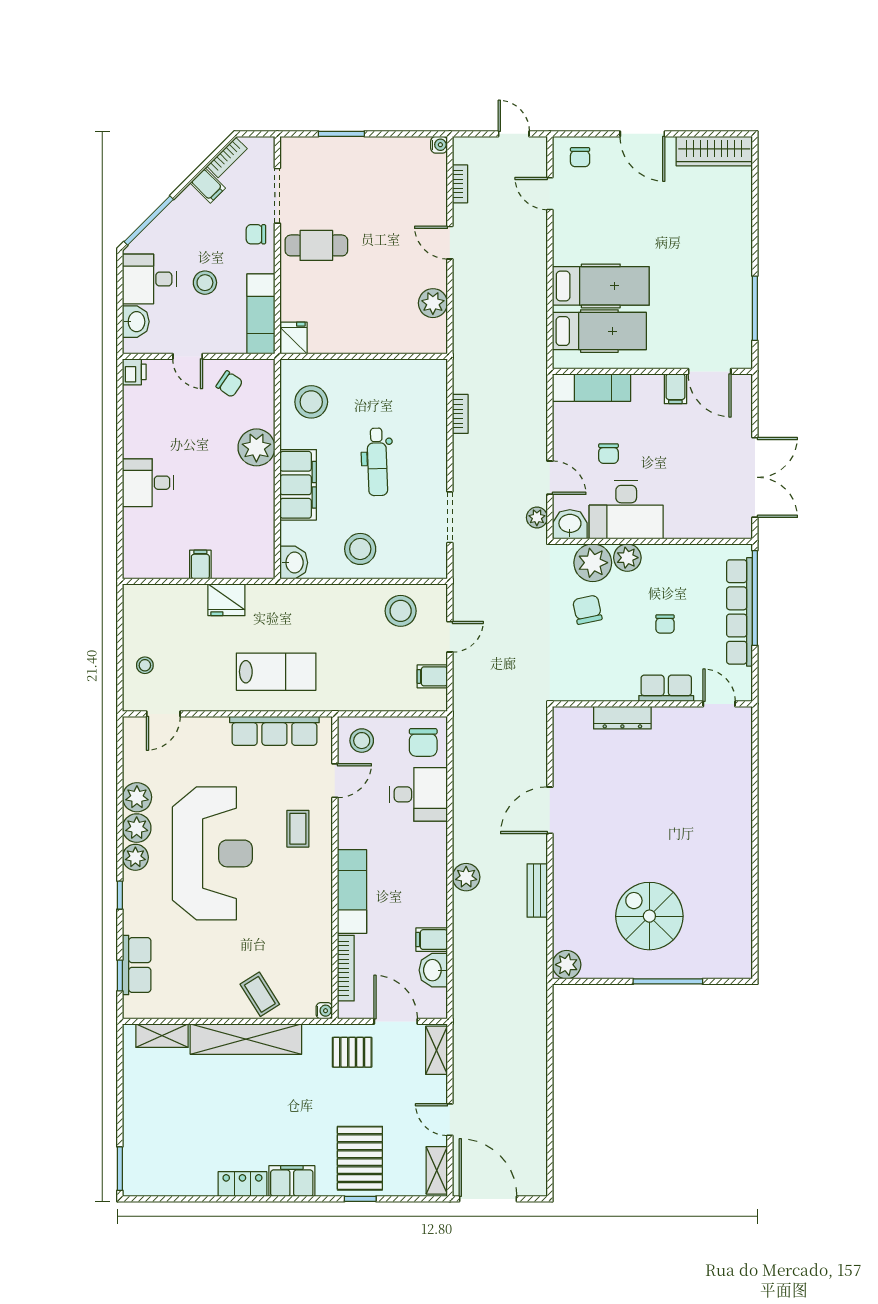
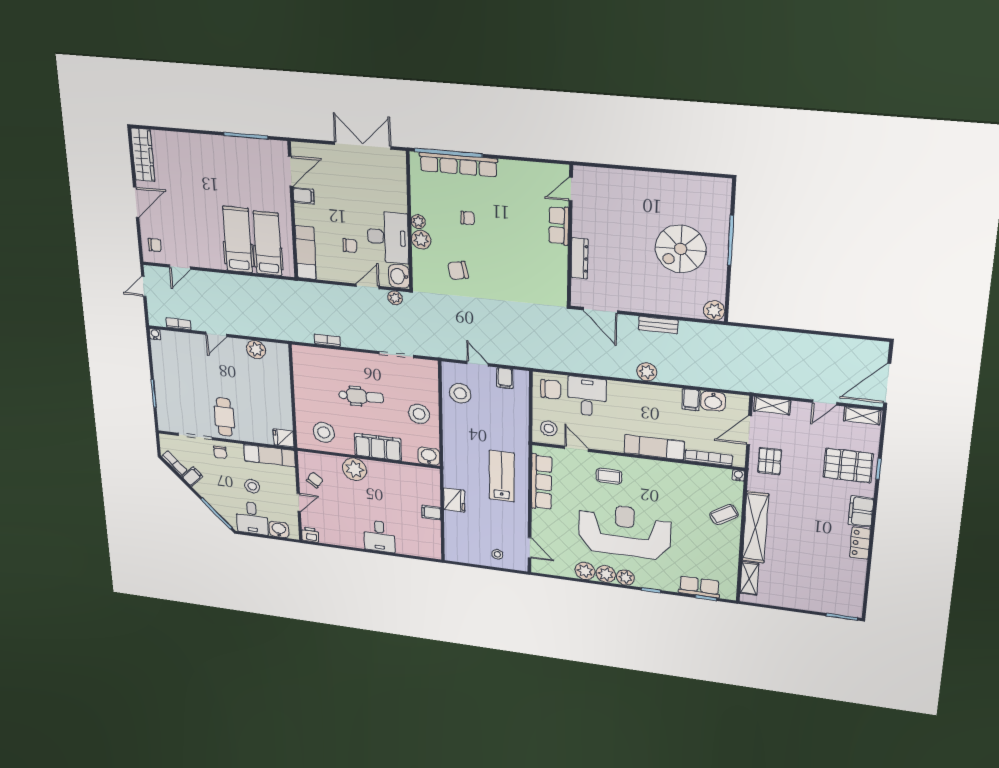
plant: (593, 563) -> (418, 222), moved, width x0.53, depth x0.53
row of seats: (666, 688) -> (559, 226), moved
wall: (652, 704) -> (570, 236), moved
door: (719, 704) -> (571, 189), moved
dresser: (622, 718) -> (580, 258), moved

